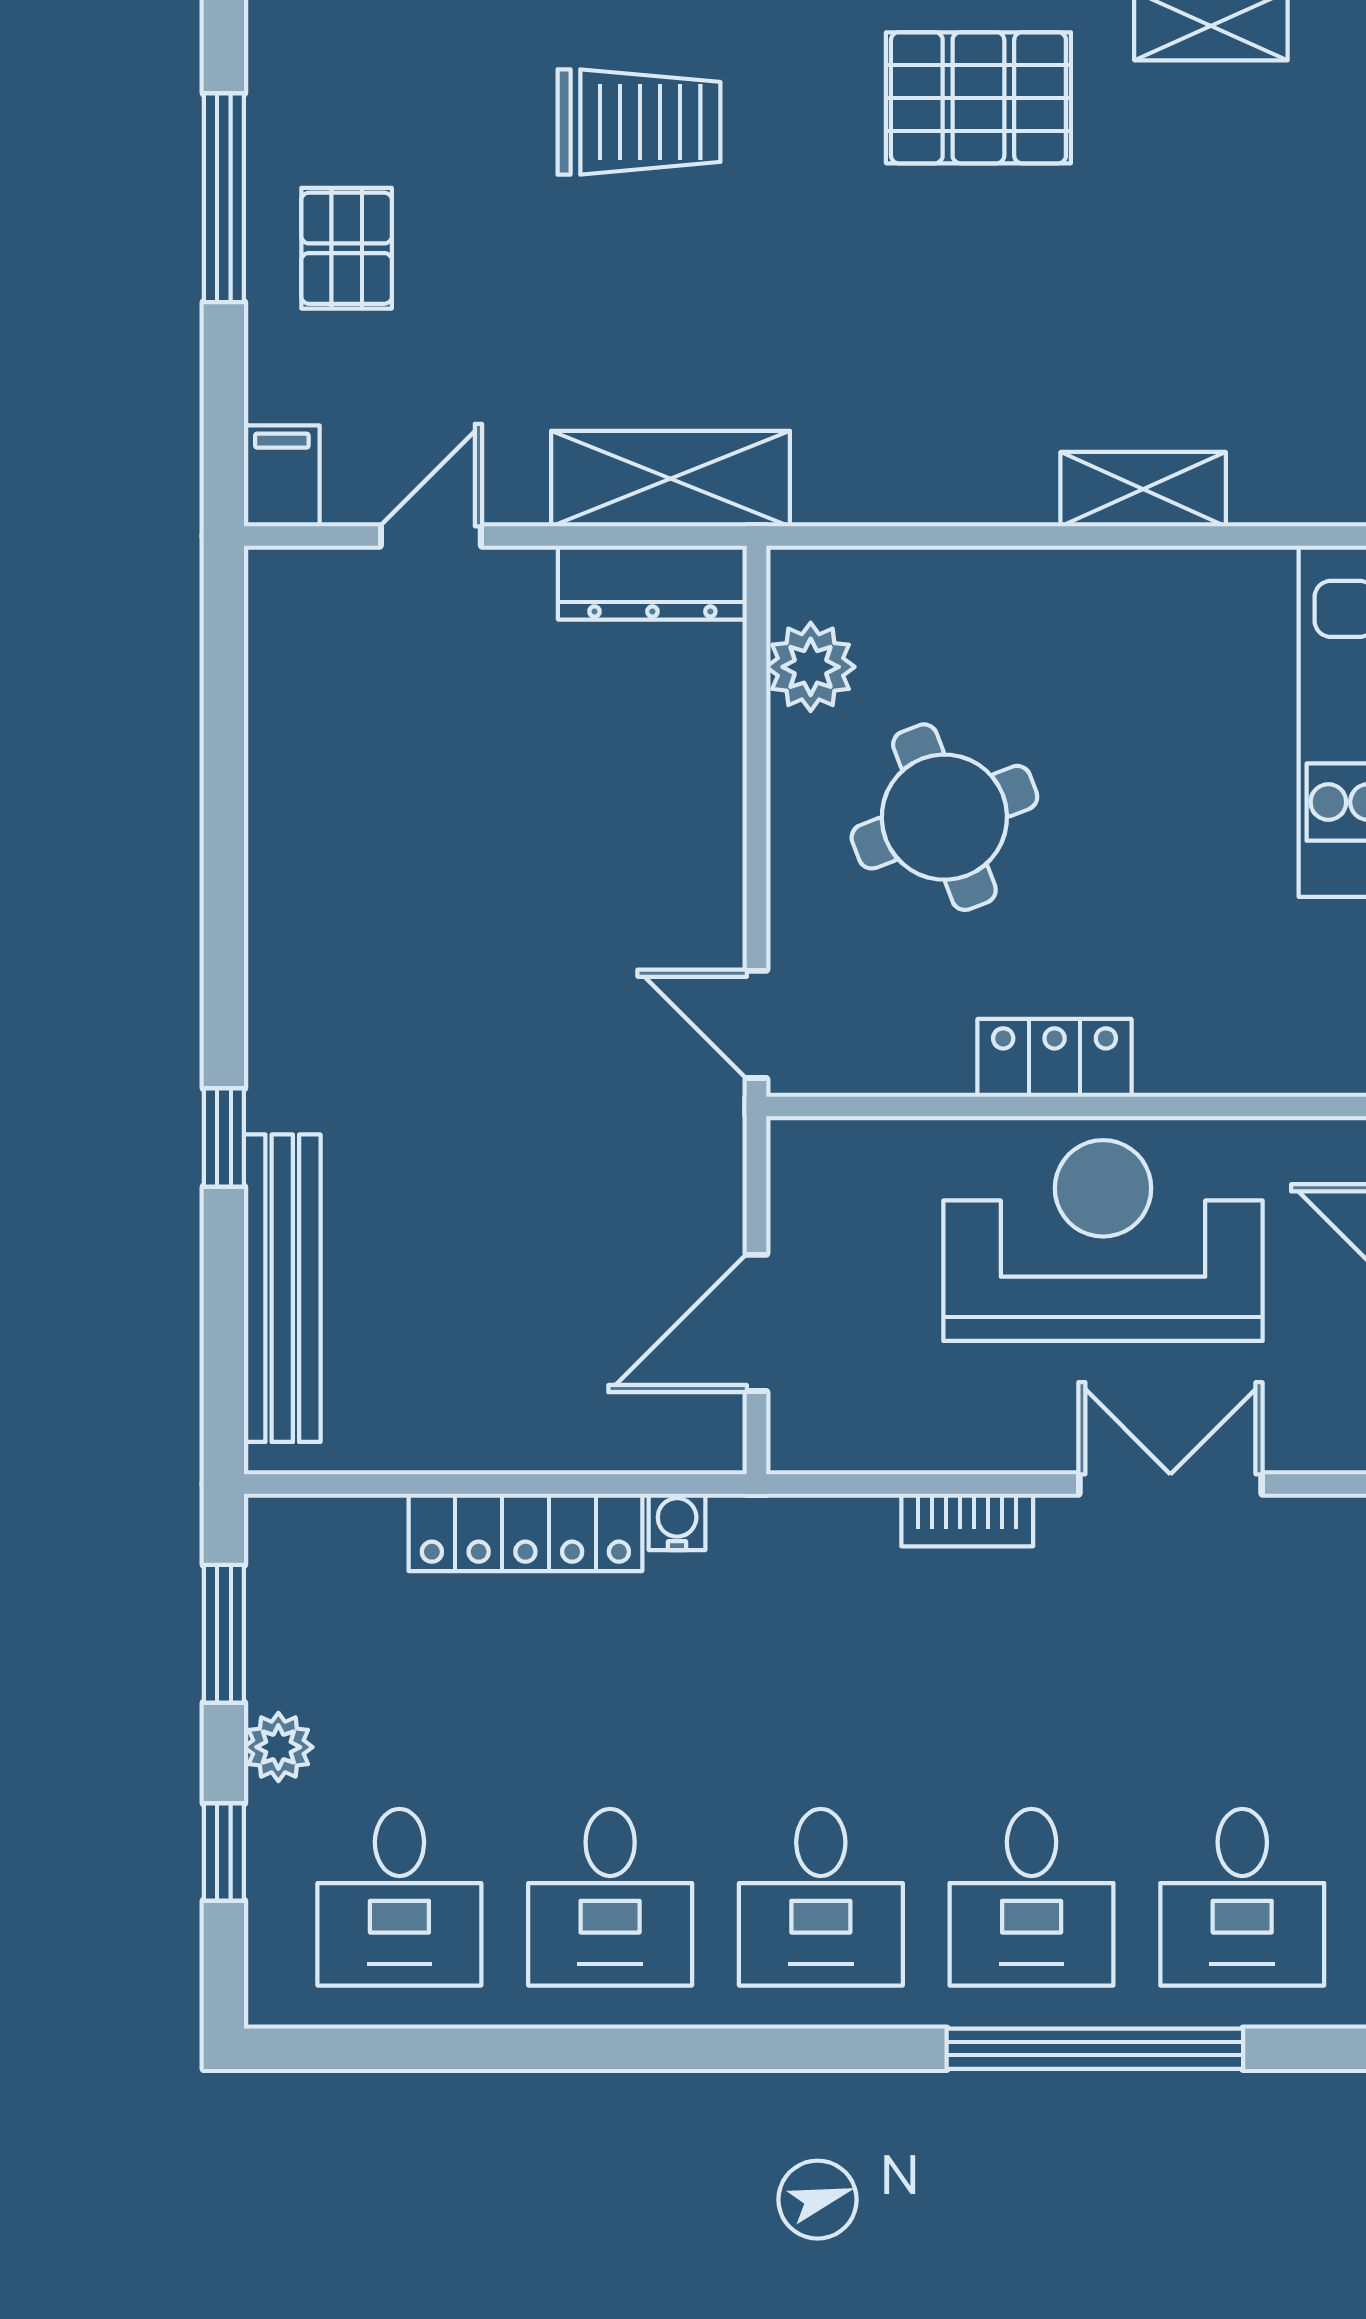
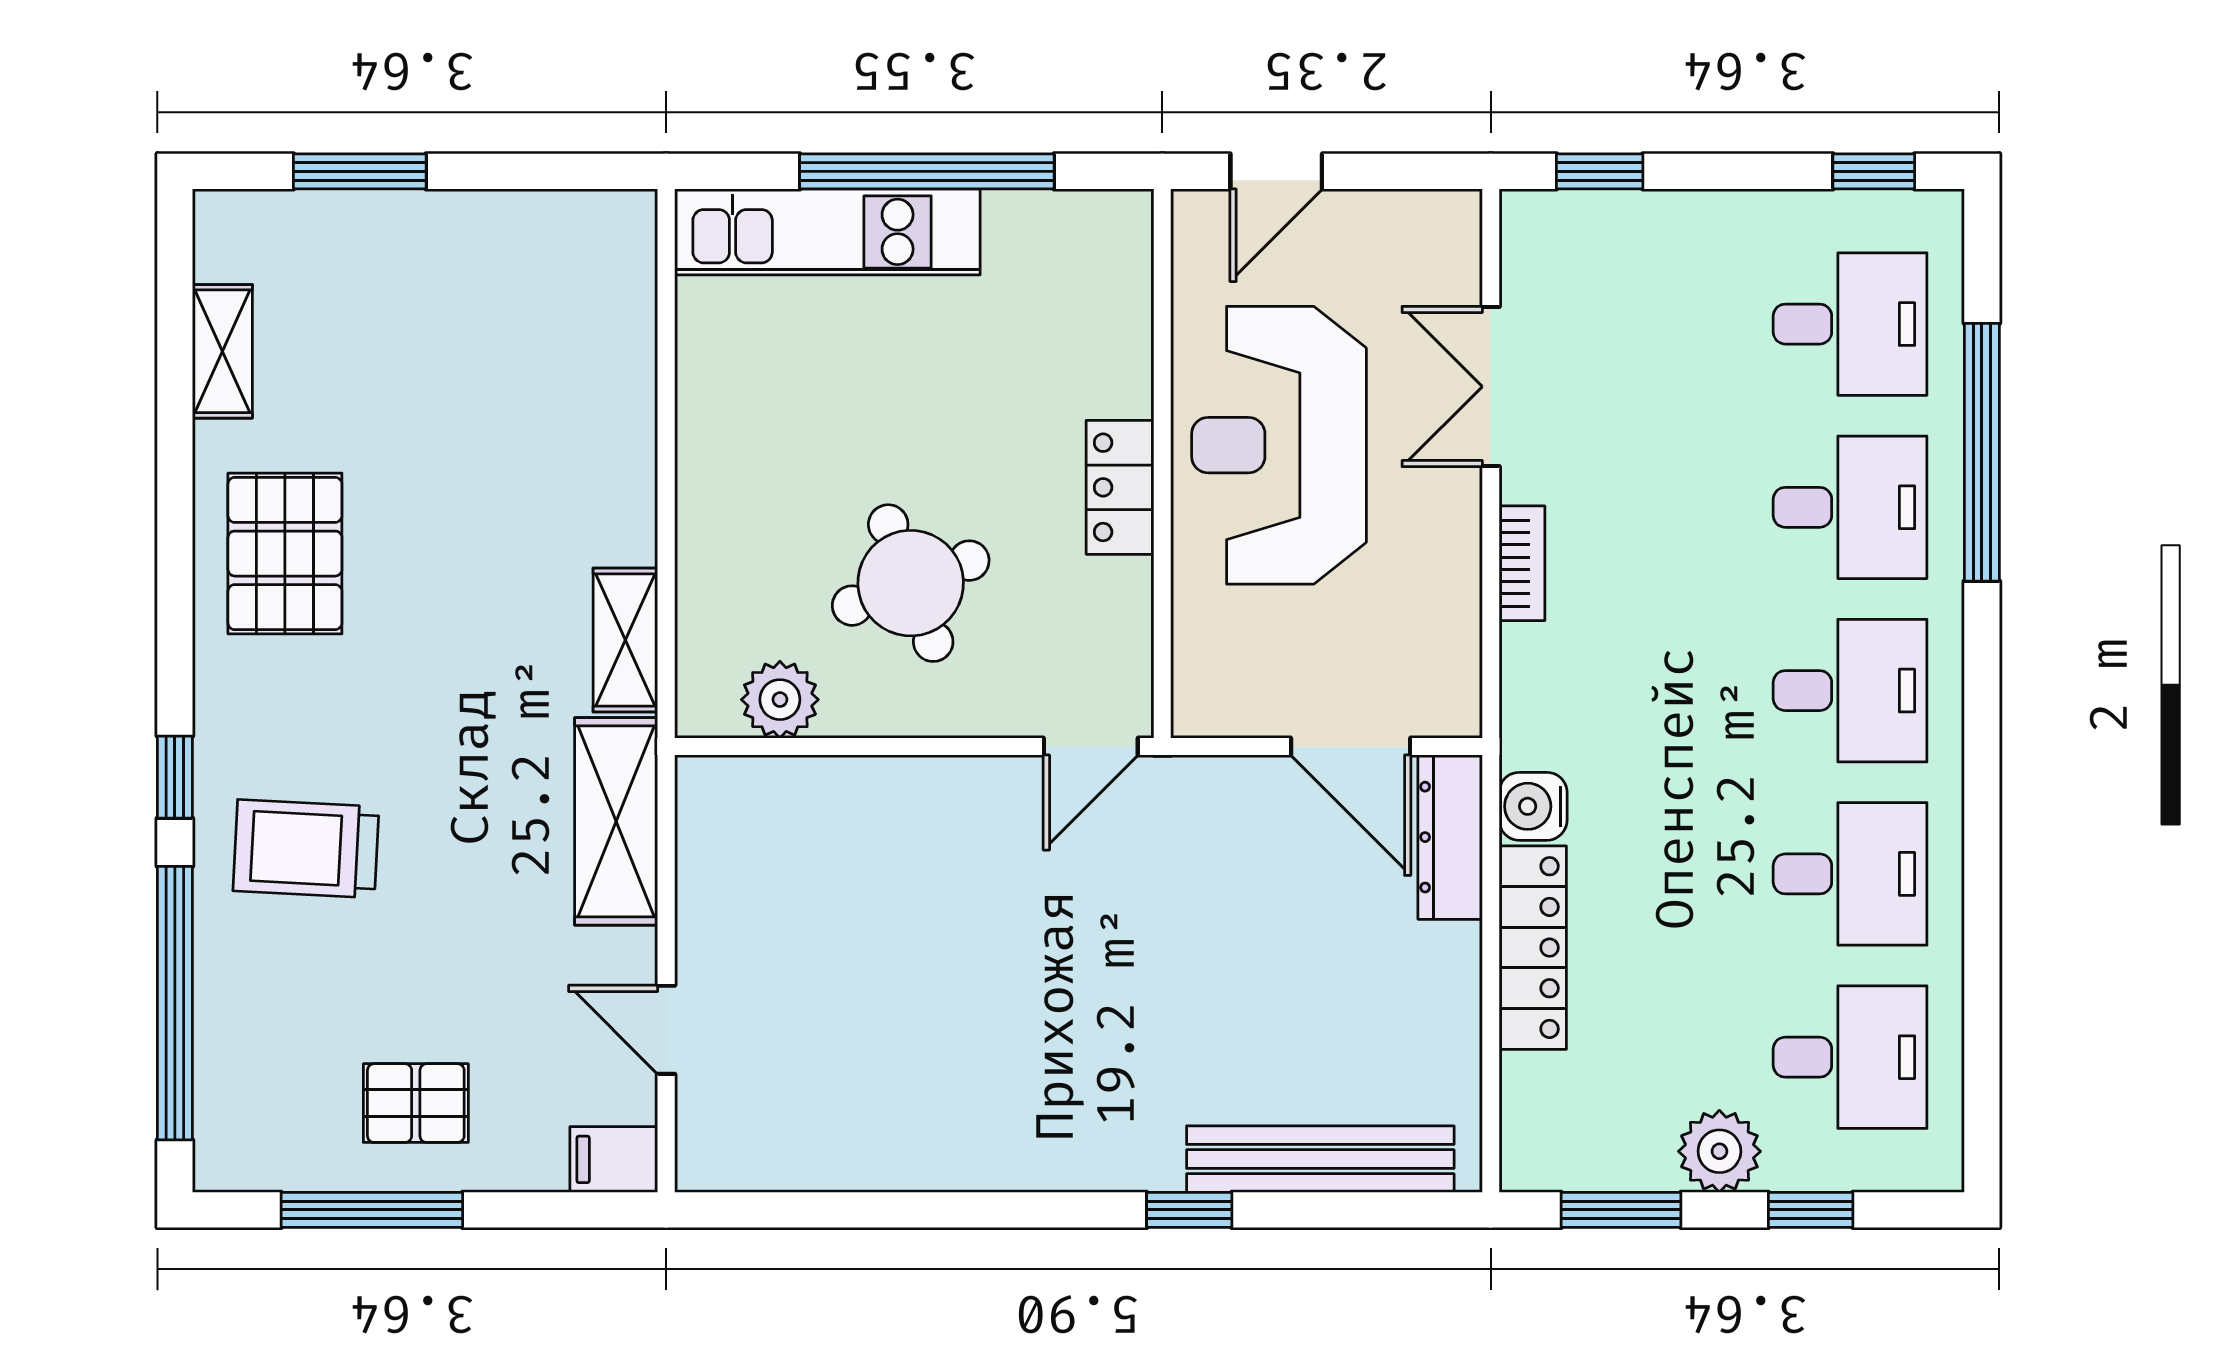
trolley: (639, 122) -> (306, 849), turned -87
shelving: (1143, 489) -> (625, 640), moved
dresser: (652, 583) -> (1450, 837), moved, turned 180
water cooler: (677, 1522) -> (1533, 806), width x1.38, depth x1.38
plant: (278, 1747) -> (1719, 1151), width x1.38, depth x1.38

